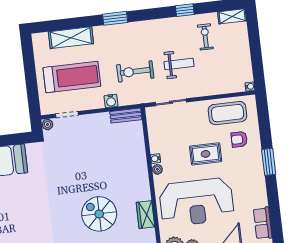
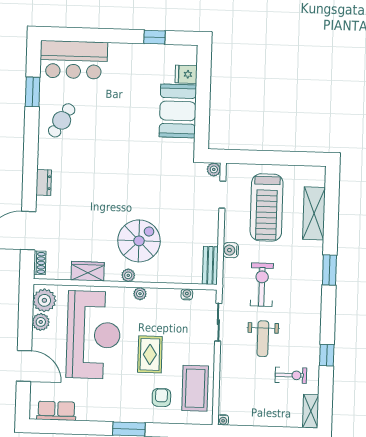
water cooler: (155, 159) -> (187, 294), moved
plant: (144, 181) -> (128, 275), added
reception desk: (196, 202) -> (94, 335), turned 180
spiral stairs: (99, 214) -> (139, 241), moved

